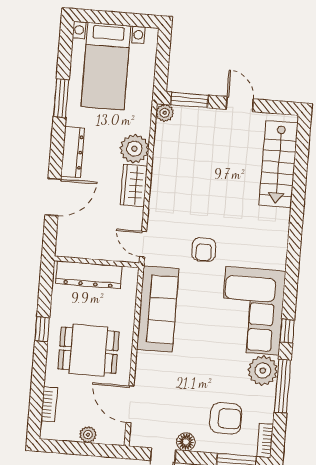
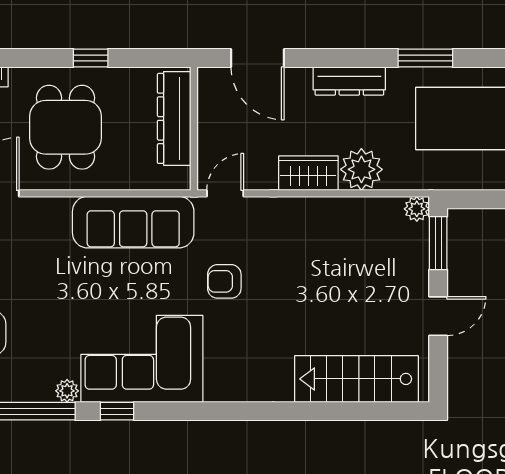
door: (53, 197) -> (258, 58), moved
plant: (263, 371) -> (67, 391), width x0.53, depth x0.53

